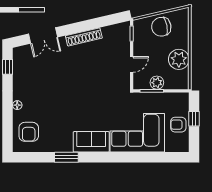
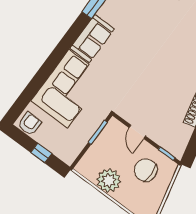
chair: (161, 27) -> (146, 170), moved, turned -79
plant: (157, 83) -> (102, 143), removed
armchair: (178, 125) -> (30, 124), moved

